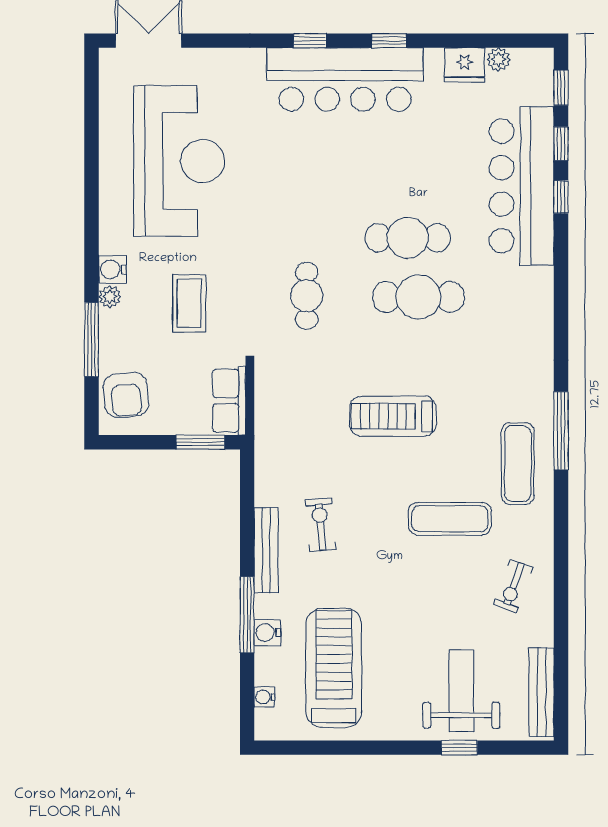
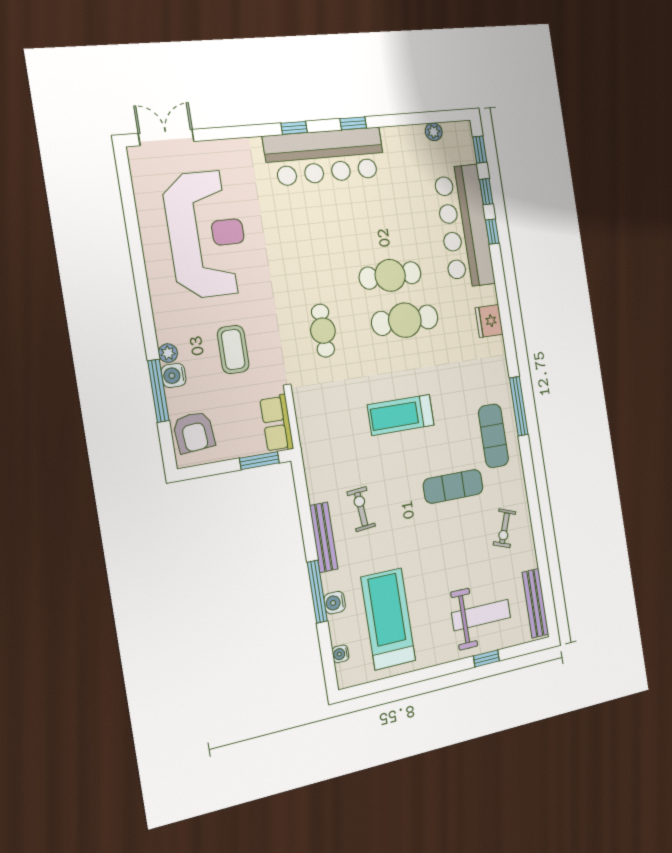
fridge: (465, 65) -> (489, 321), moved, turned 90
water cooler: (112, 269) -> (174, 375), moved
weight bench: (461, 691) -> (481, 615), turned 90

